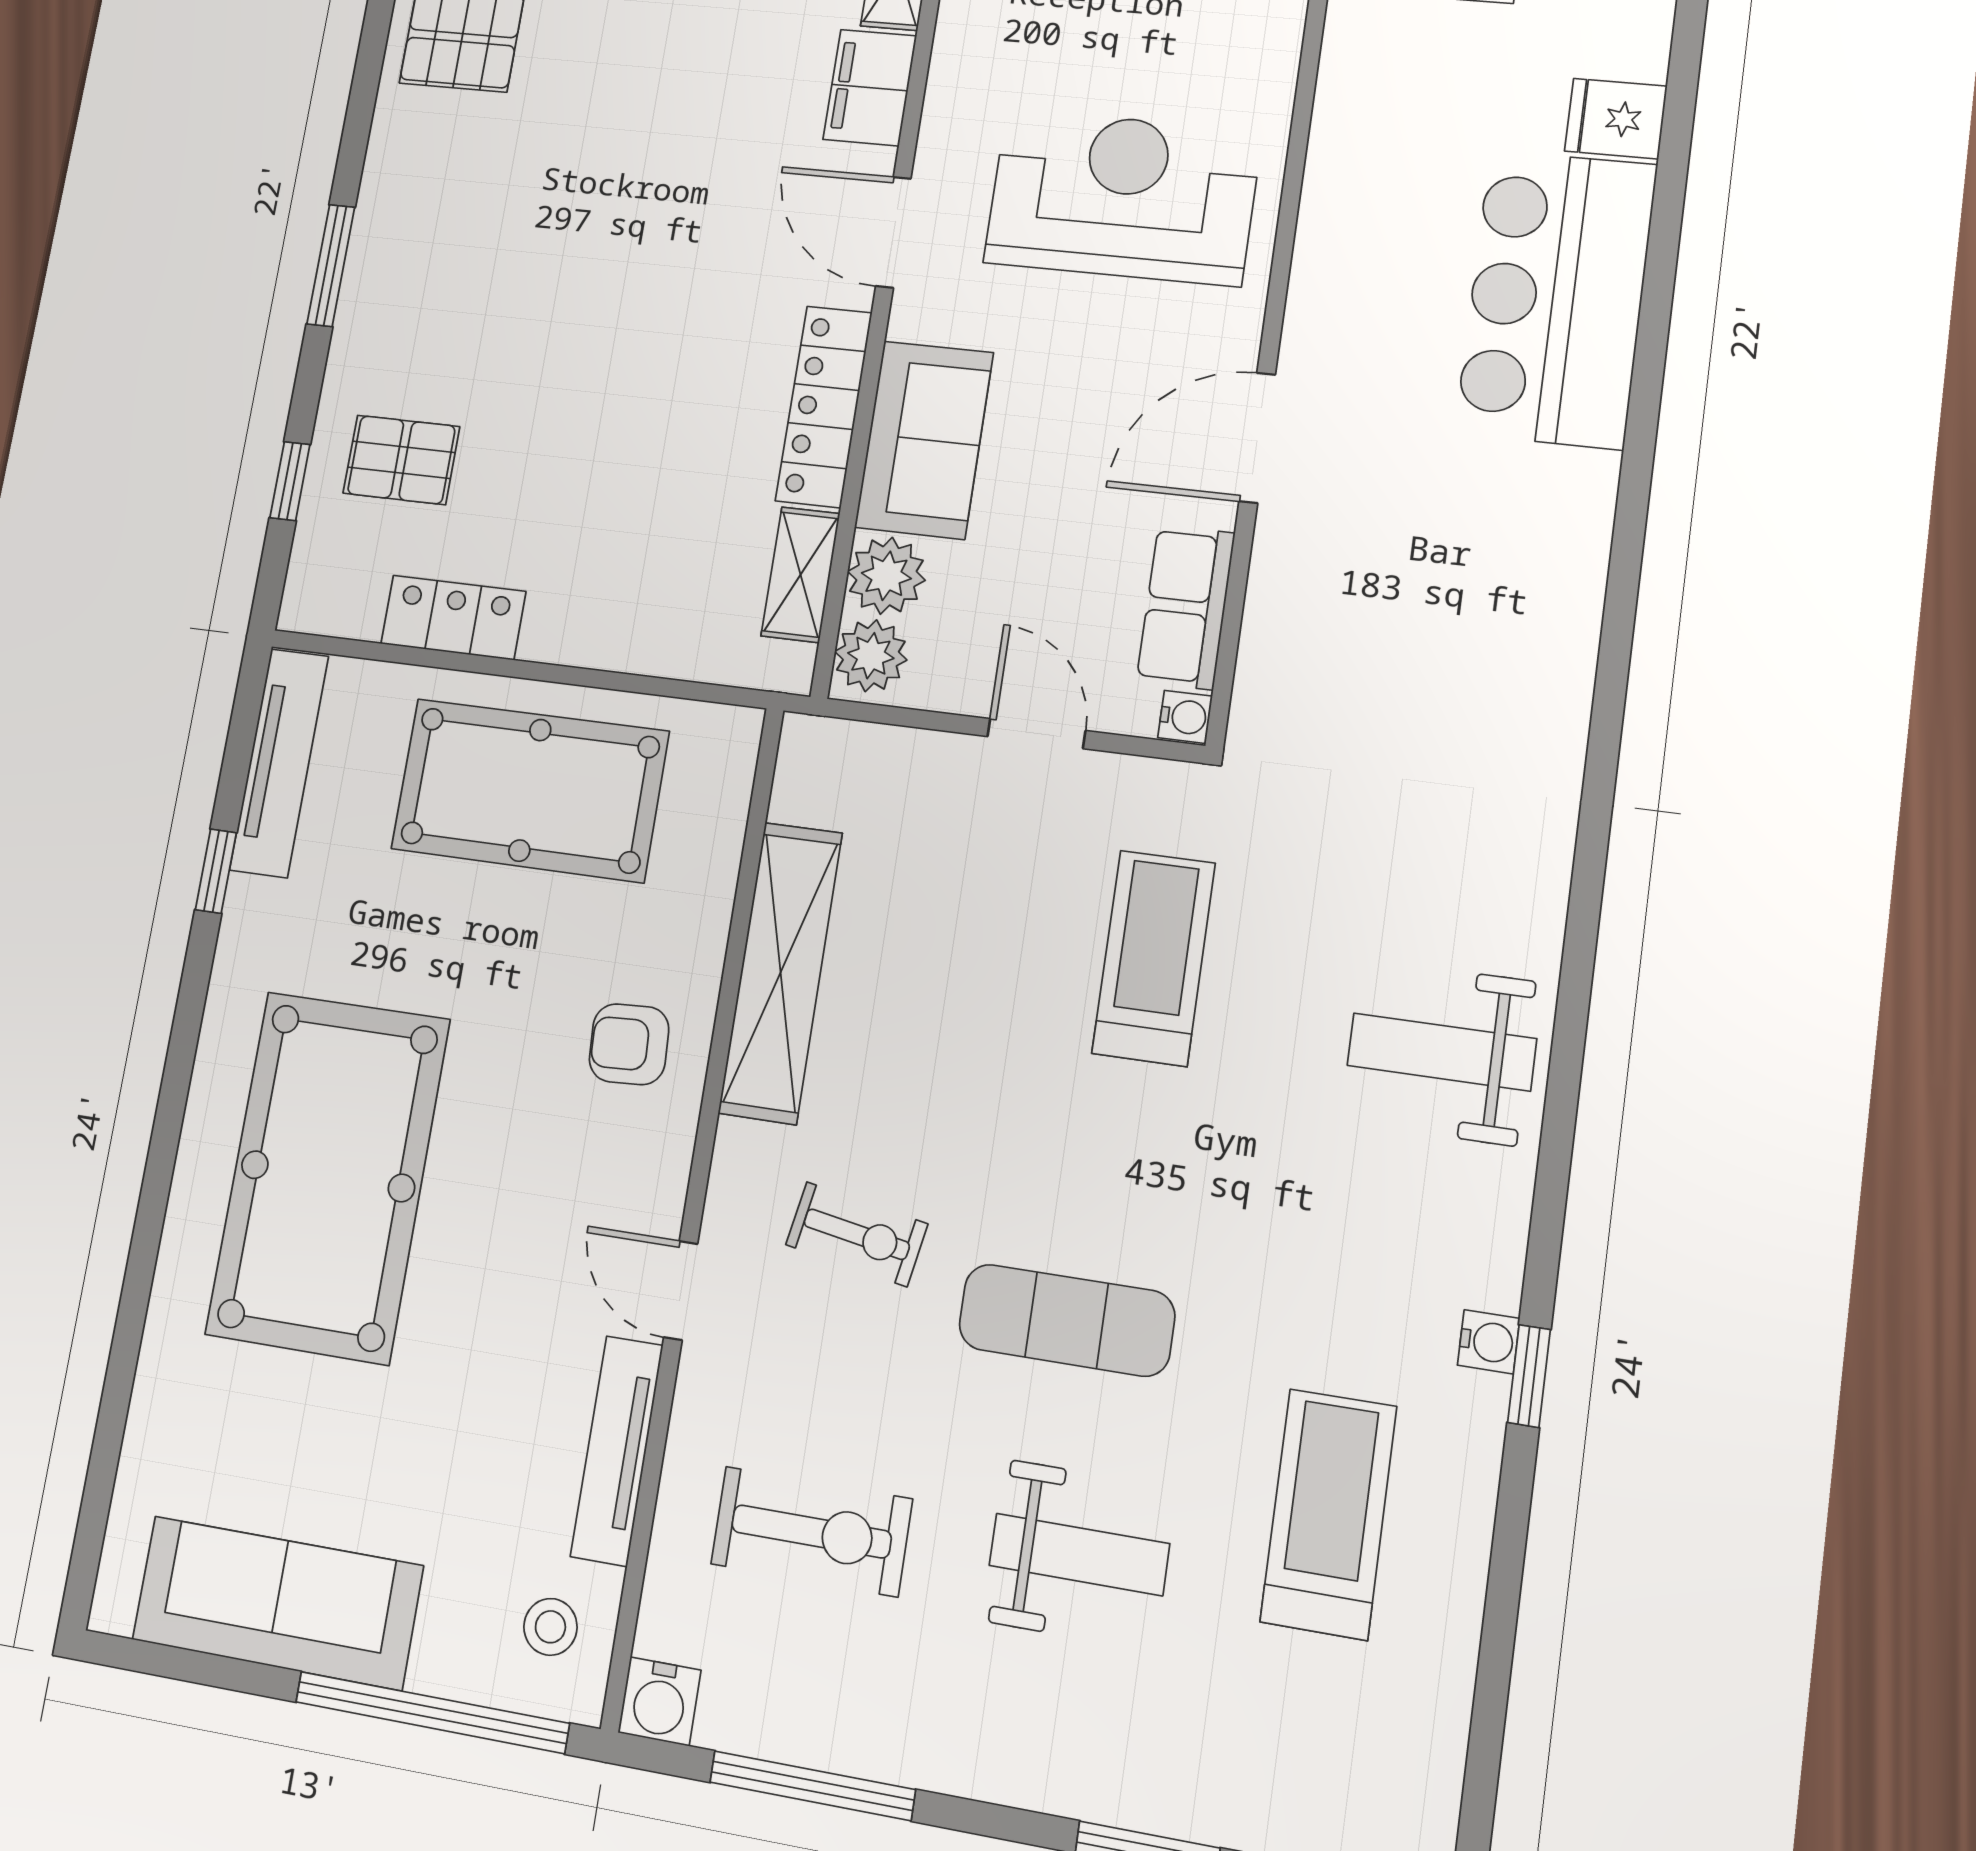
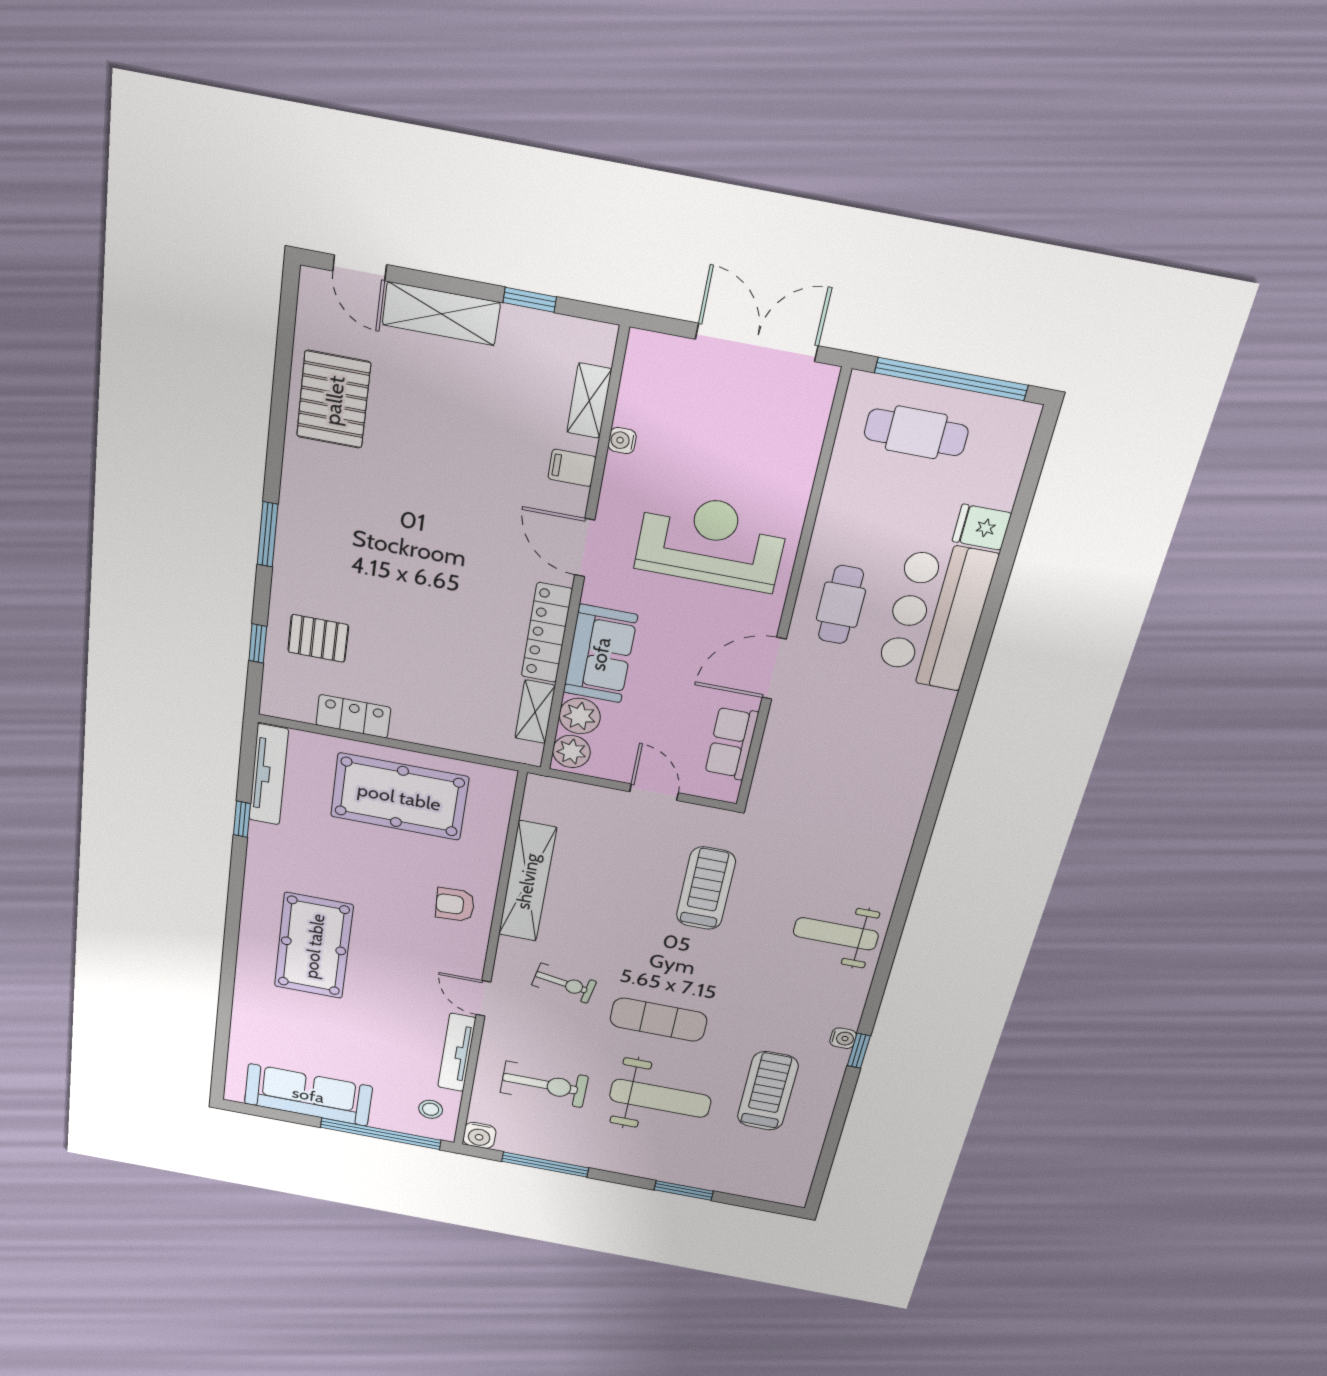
filing cabinet: (870, 88) -> (572, 468), width x0.50
cafe table: (1372, 295) -> (841, 605), added
water cooler: (1185, 717) -> (622, 441), moved, turned 180
pool table: (328, 1176) -> (314, 946), width x0.73, depth x0.76
weight bench: (1079, 1554) -> (660, 1098), width x1.36, depth x1.33

